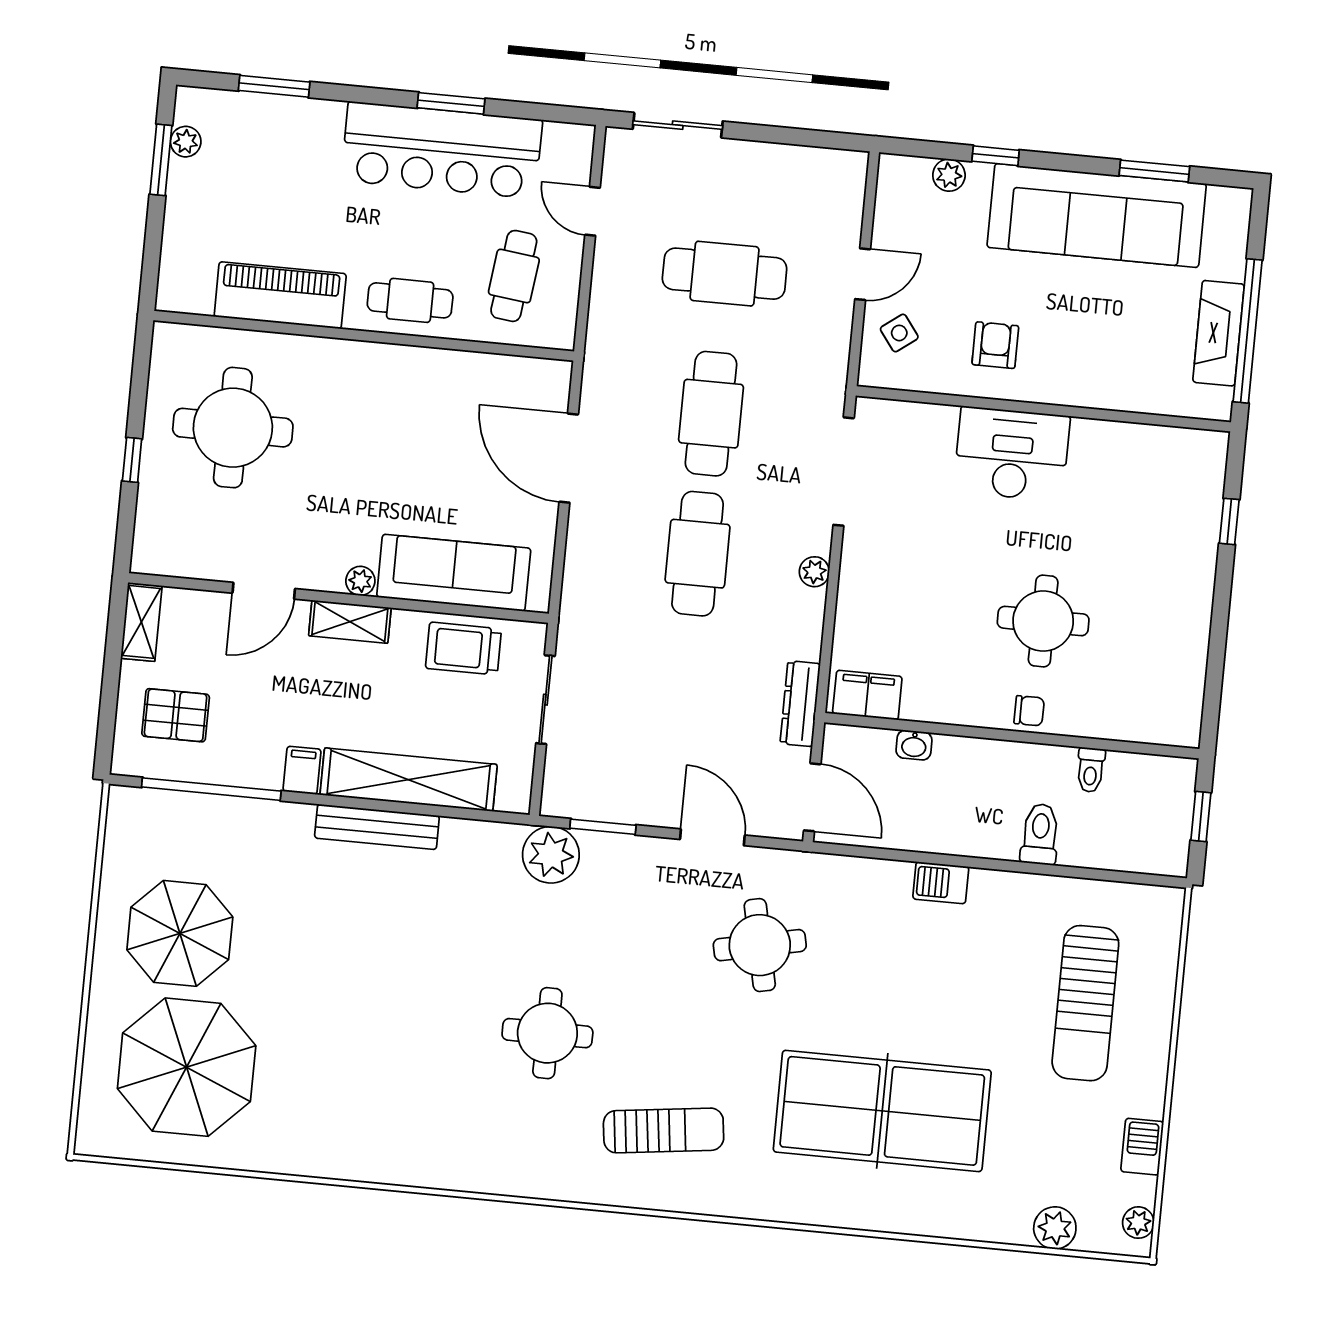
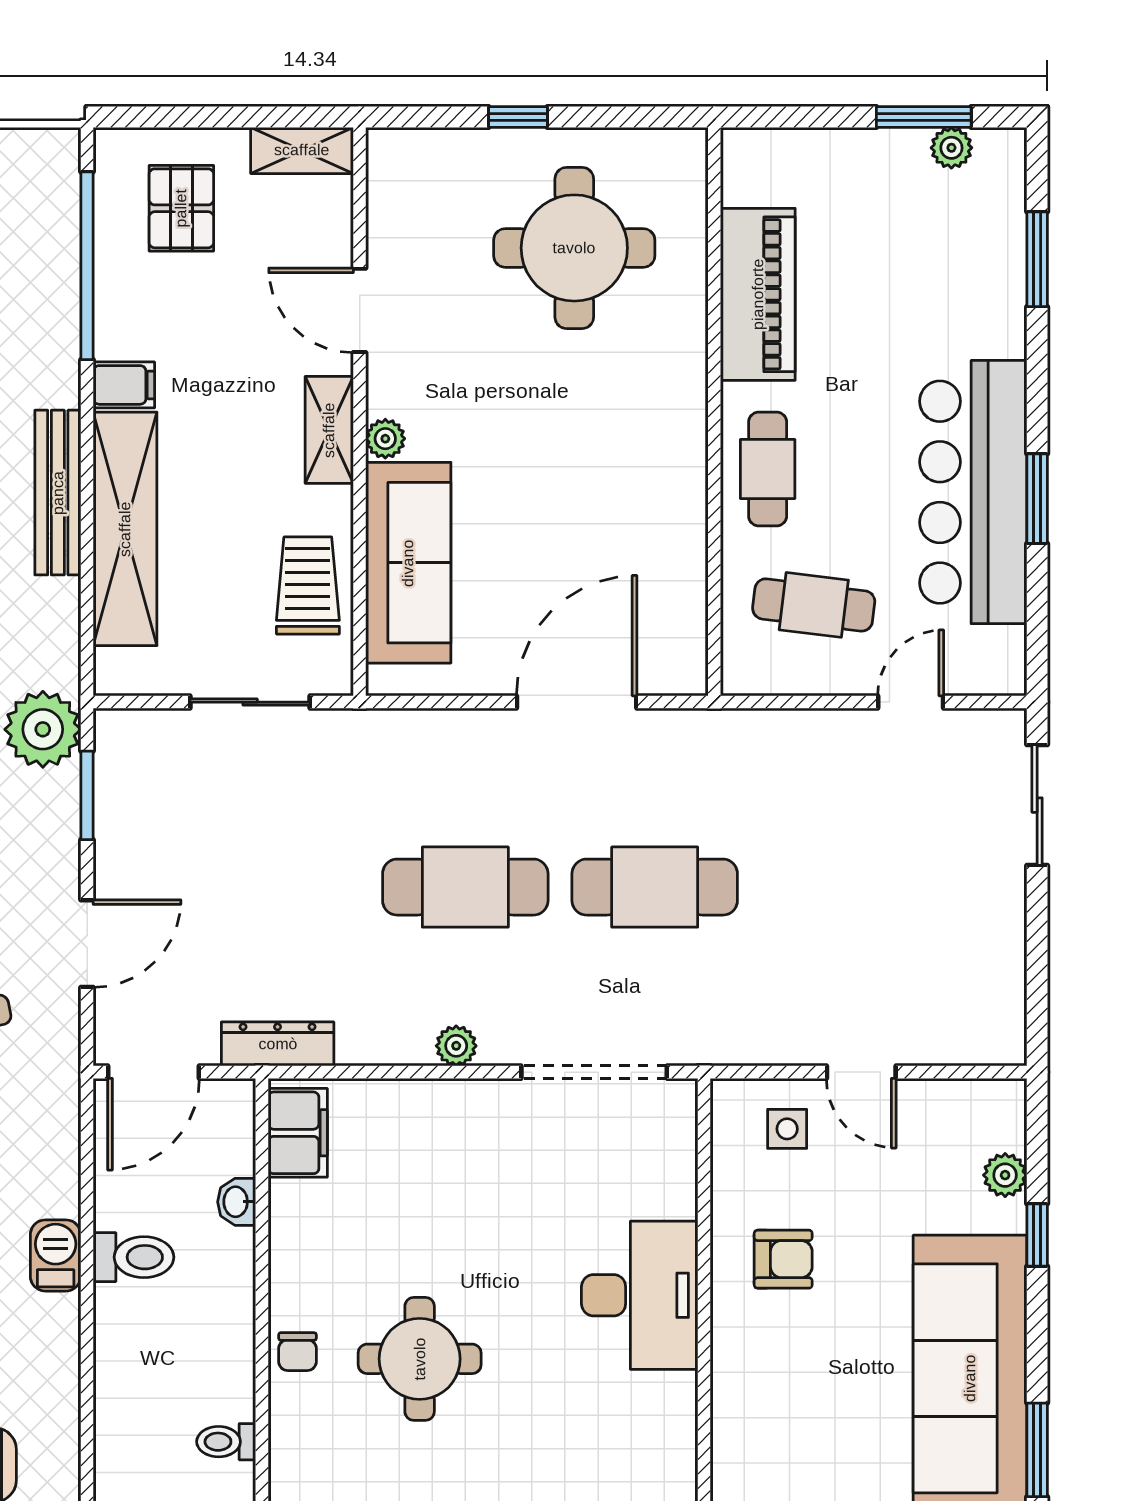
cafe table: (725, 274) -> (844, 887), removed
side table: (899, 333) -> (787, 1129), turned 37
toilet: (1040, 834) -> (134, 1257), moved

